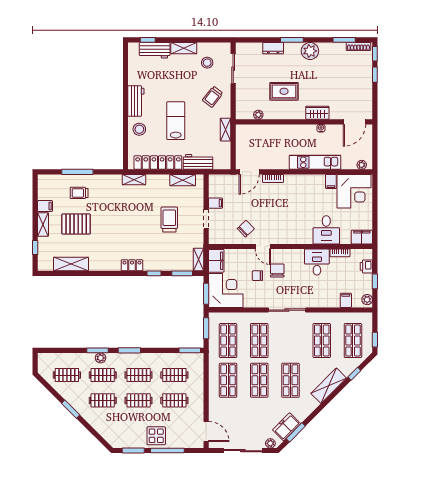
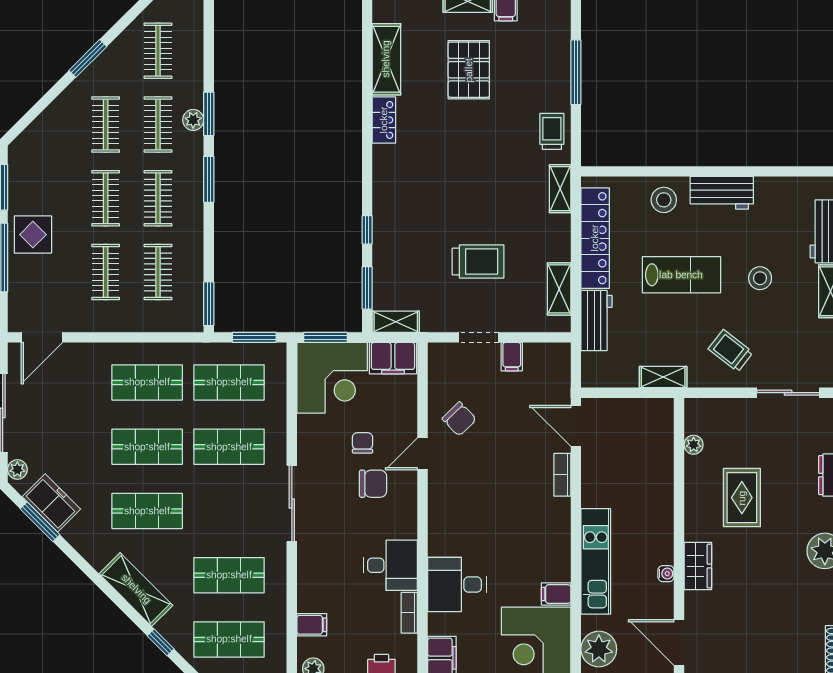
stool: (207, 63) -> (760, 278), moved
plant: (362, 165) -> (599, 649), width x1.88, depth x1.88
trolley: (79, 193) -> (552, 131), moved
locker: (132, 265) -> (384, 120), moved

